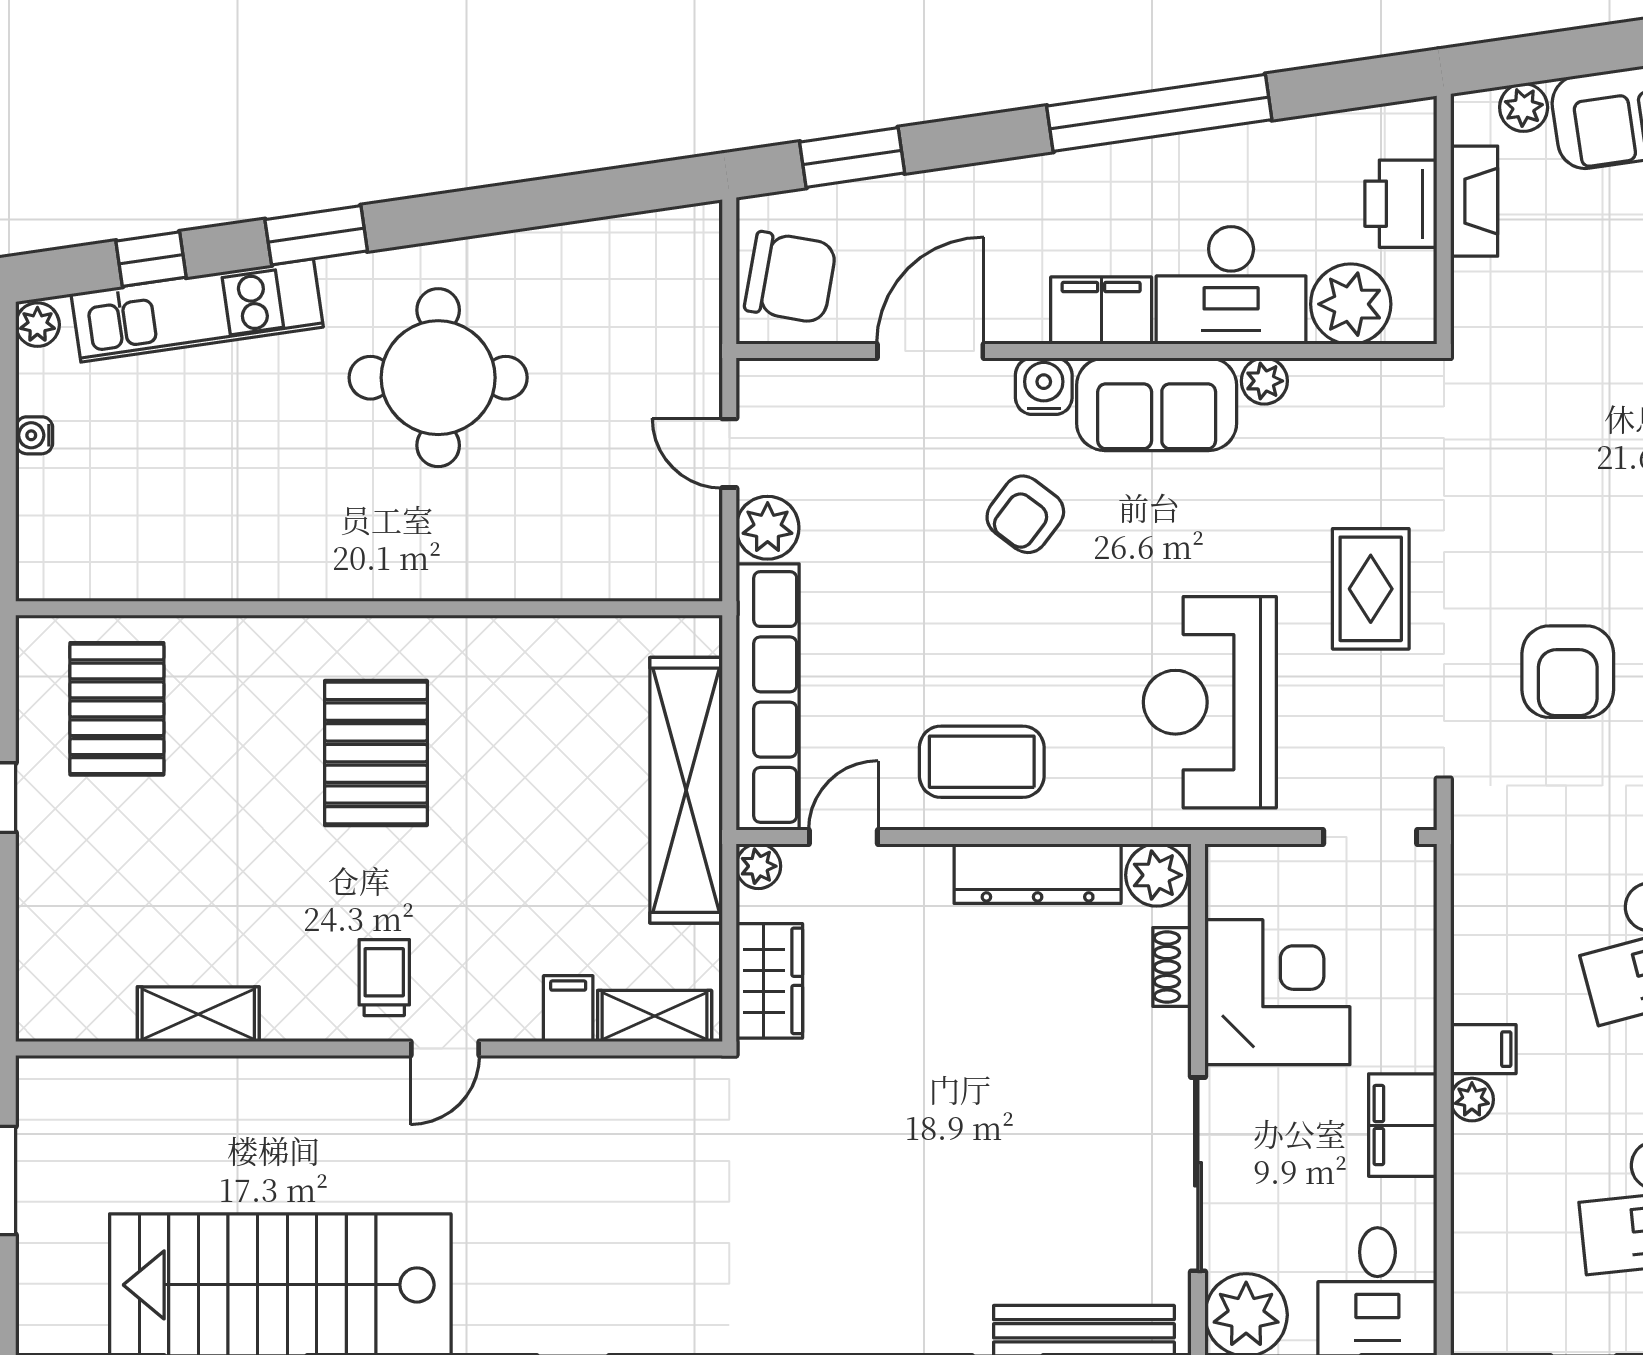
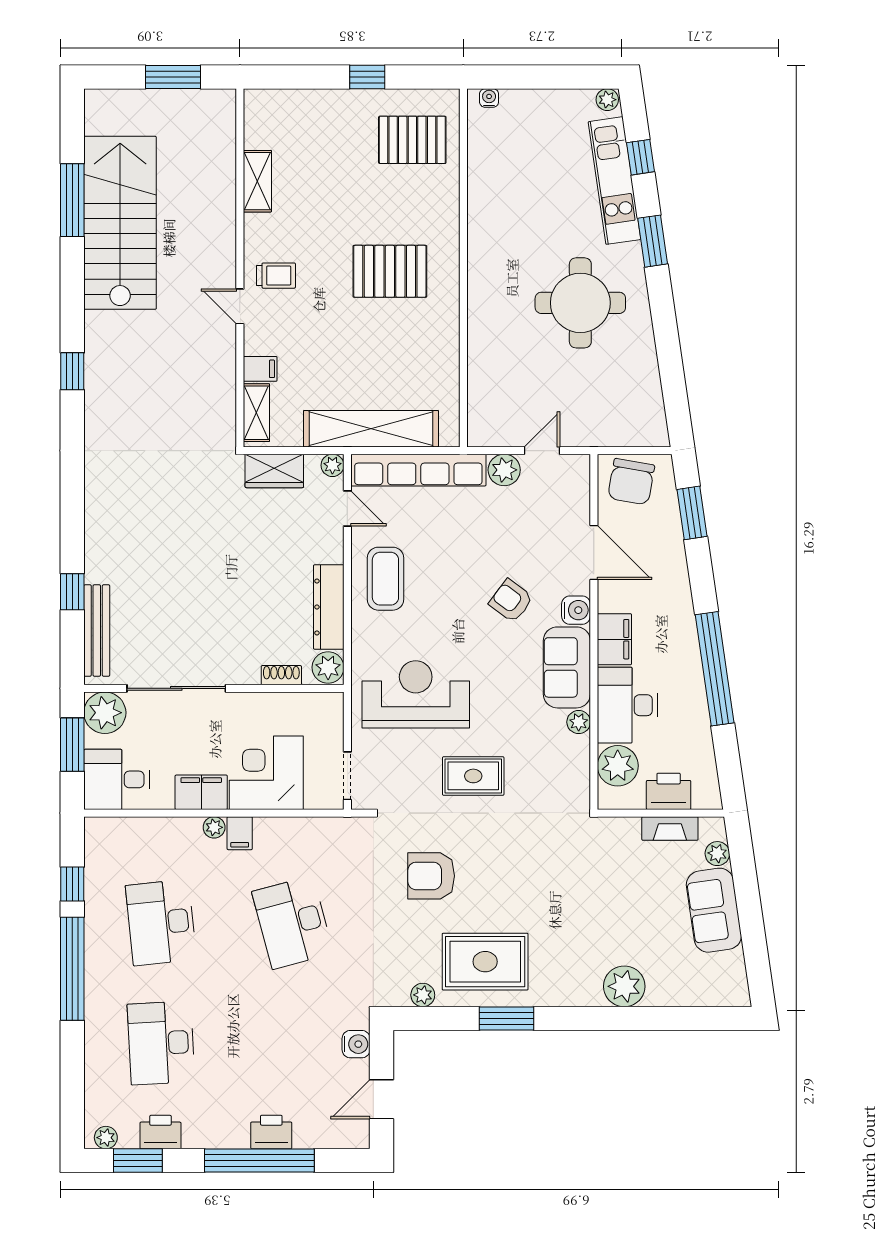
water cooler: (34, 435) -> (489, 98), moved
corner desk: (1277, 992) -> (266, 773), moved, turned 180

